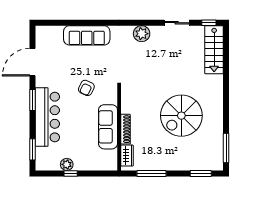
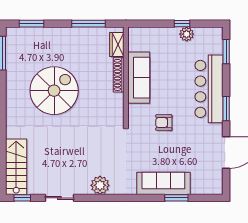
window: (75, 23) -> (176, 198), added
armchair: (86, 88) -> (164, 123), turned -115

